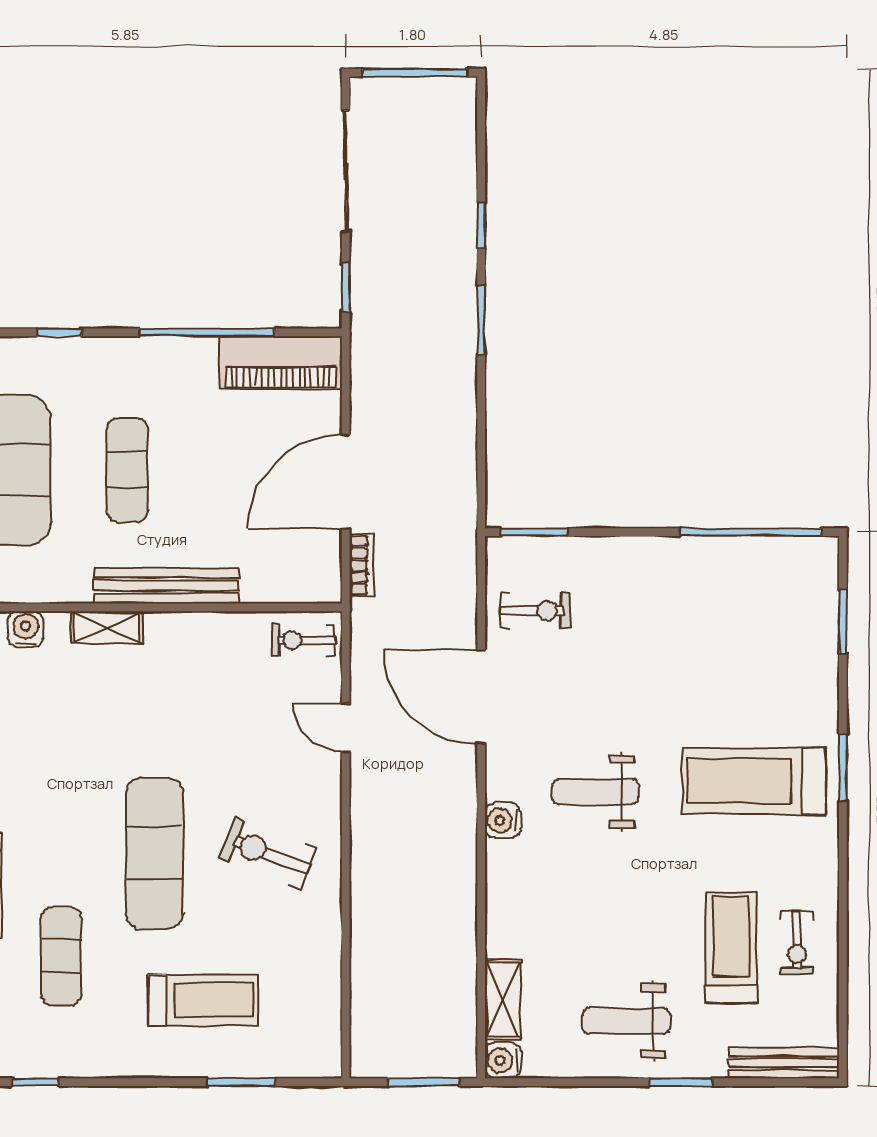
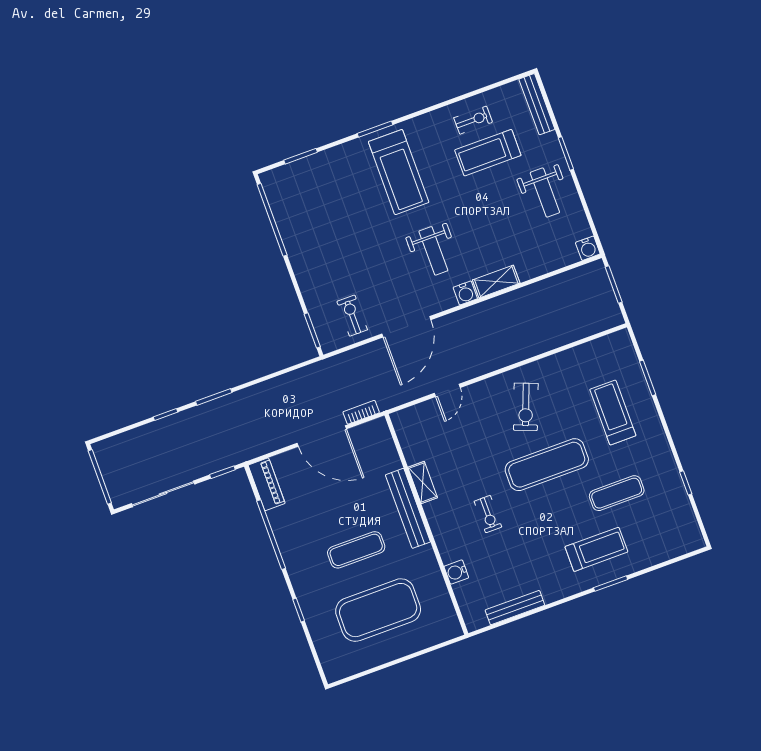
piano: (280, 363) -> (267, 484), width x0.73, depth x0.75
shelving: (107, 627) -> (423, 482), moved
exercise bike: (304, 640) -> (488, 514), moved
shelving: (503, 999) -> (496, 282), moved

